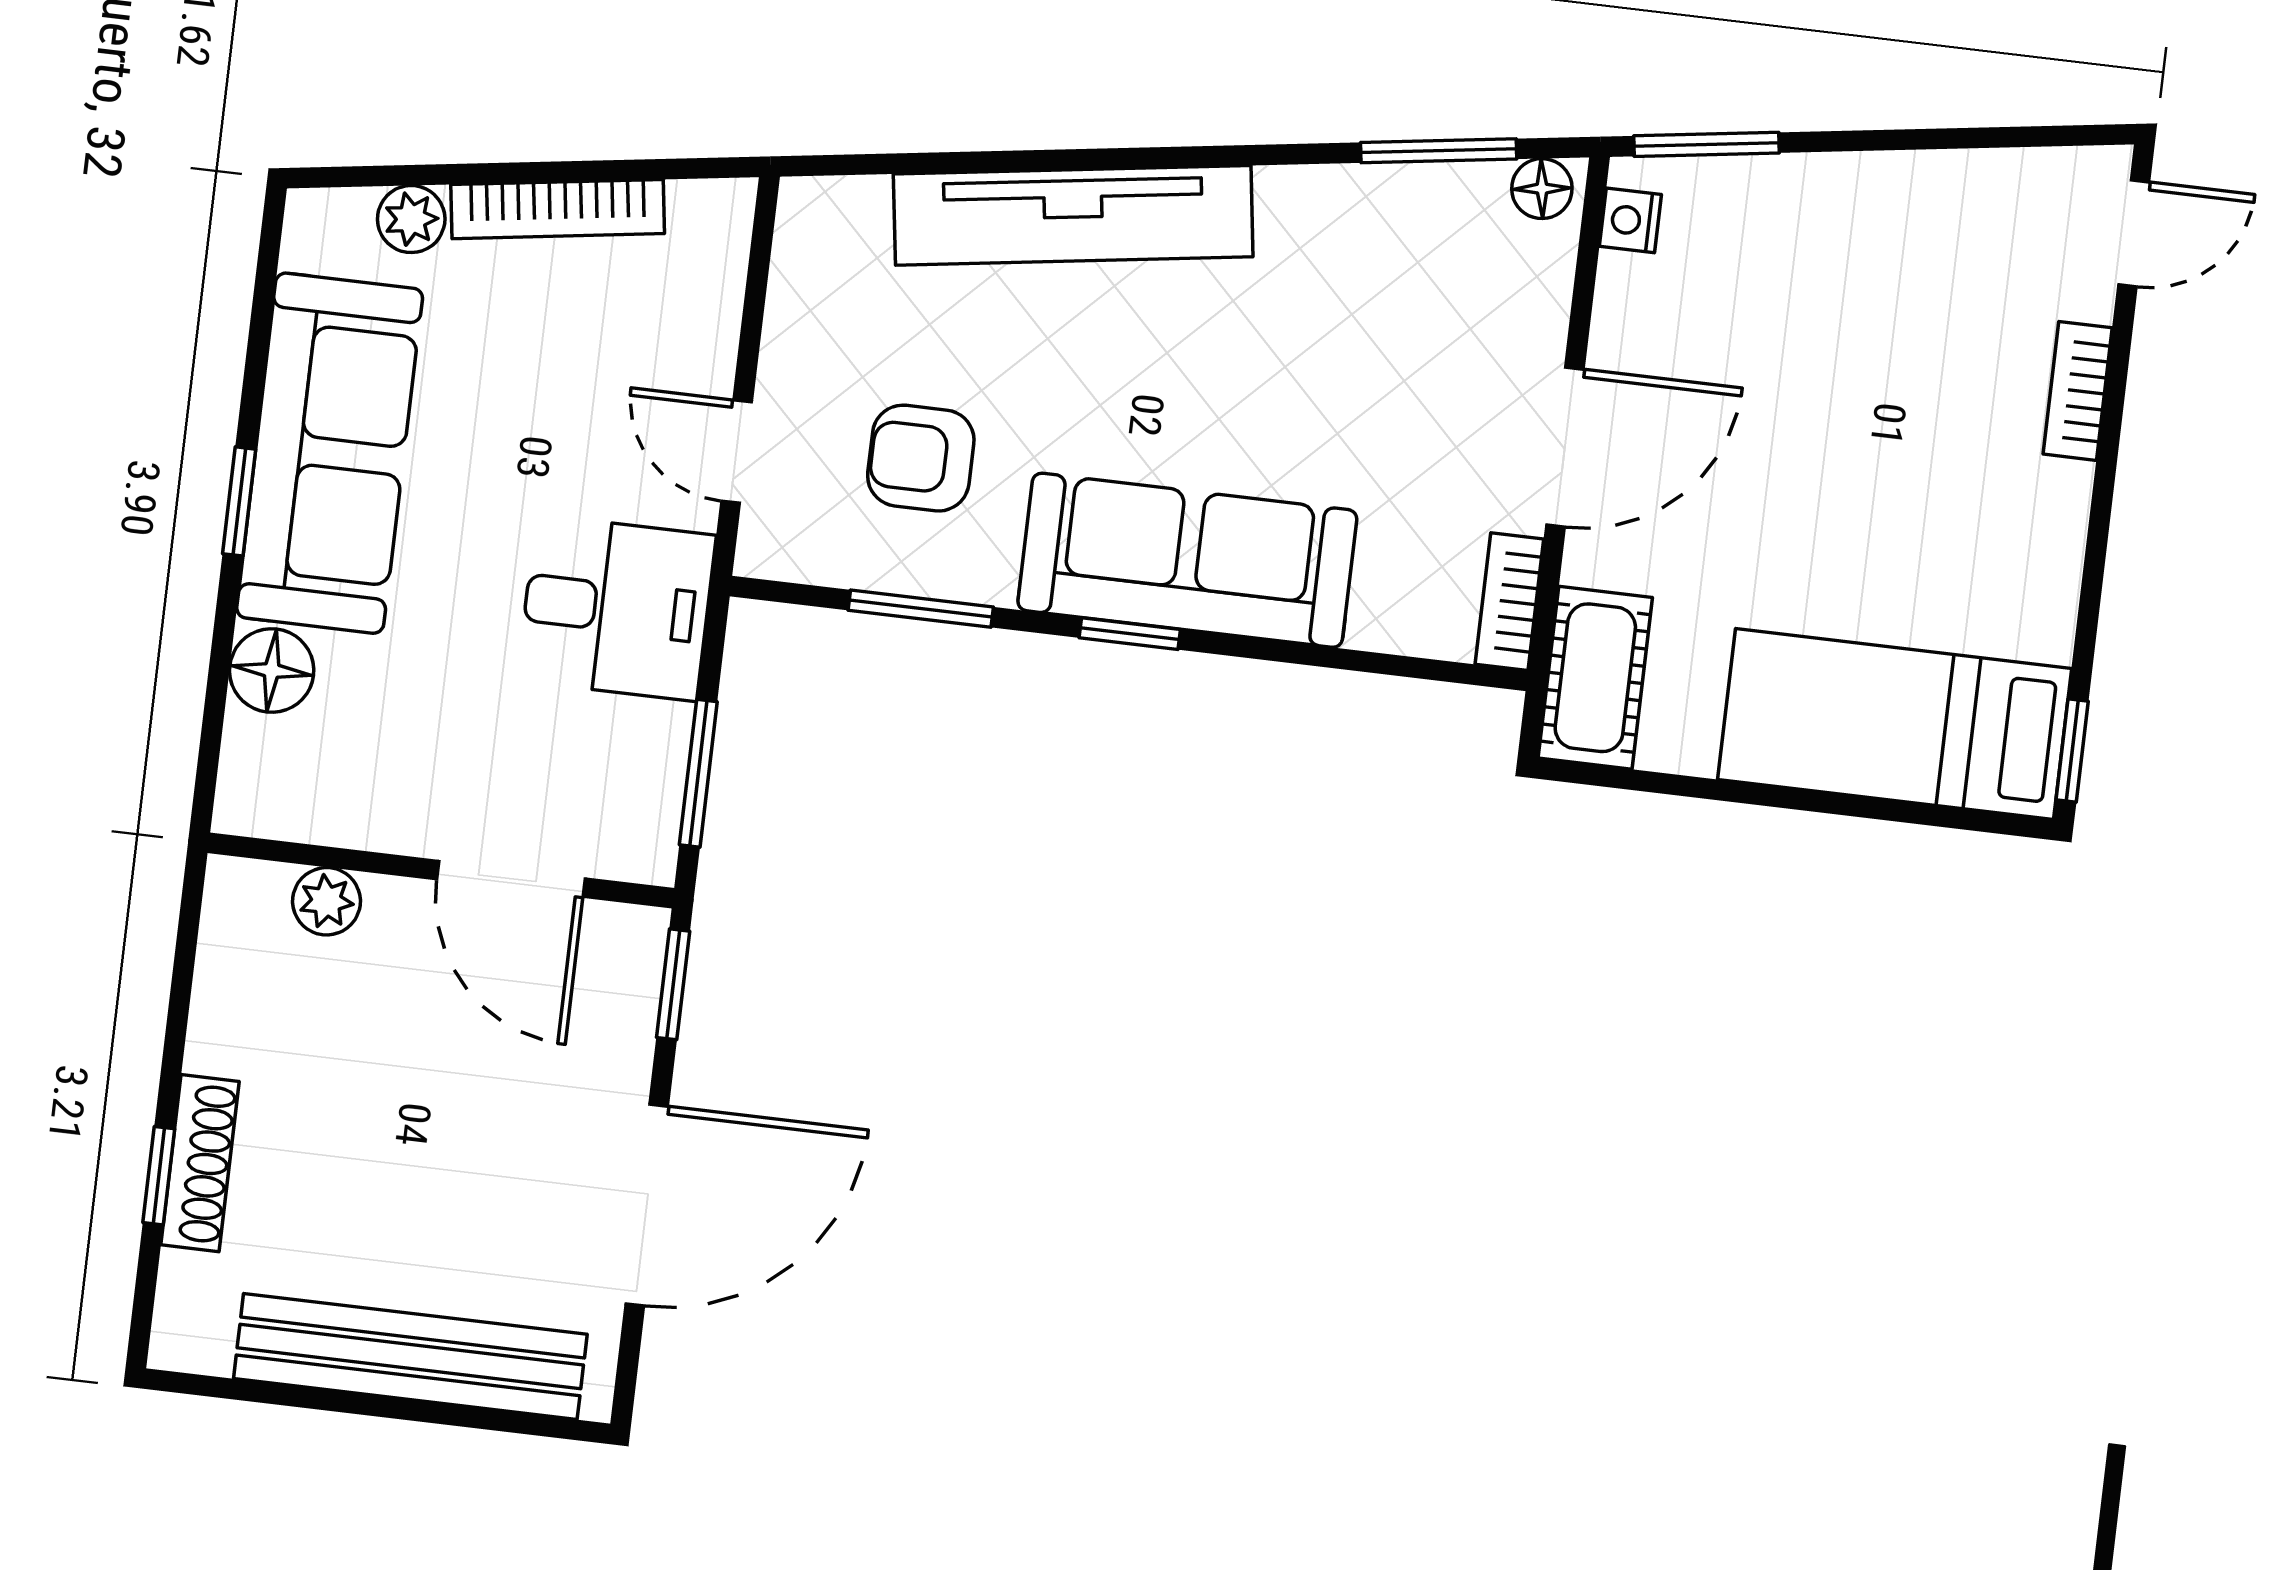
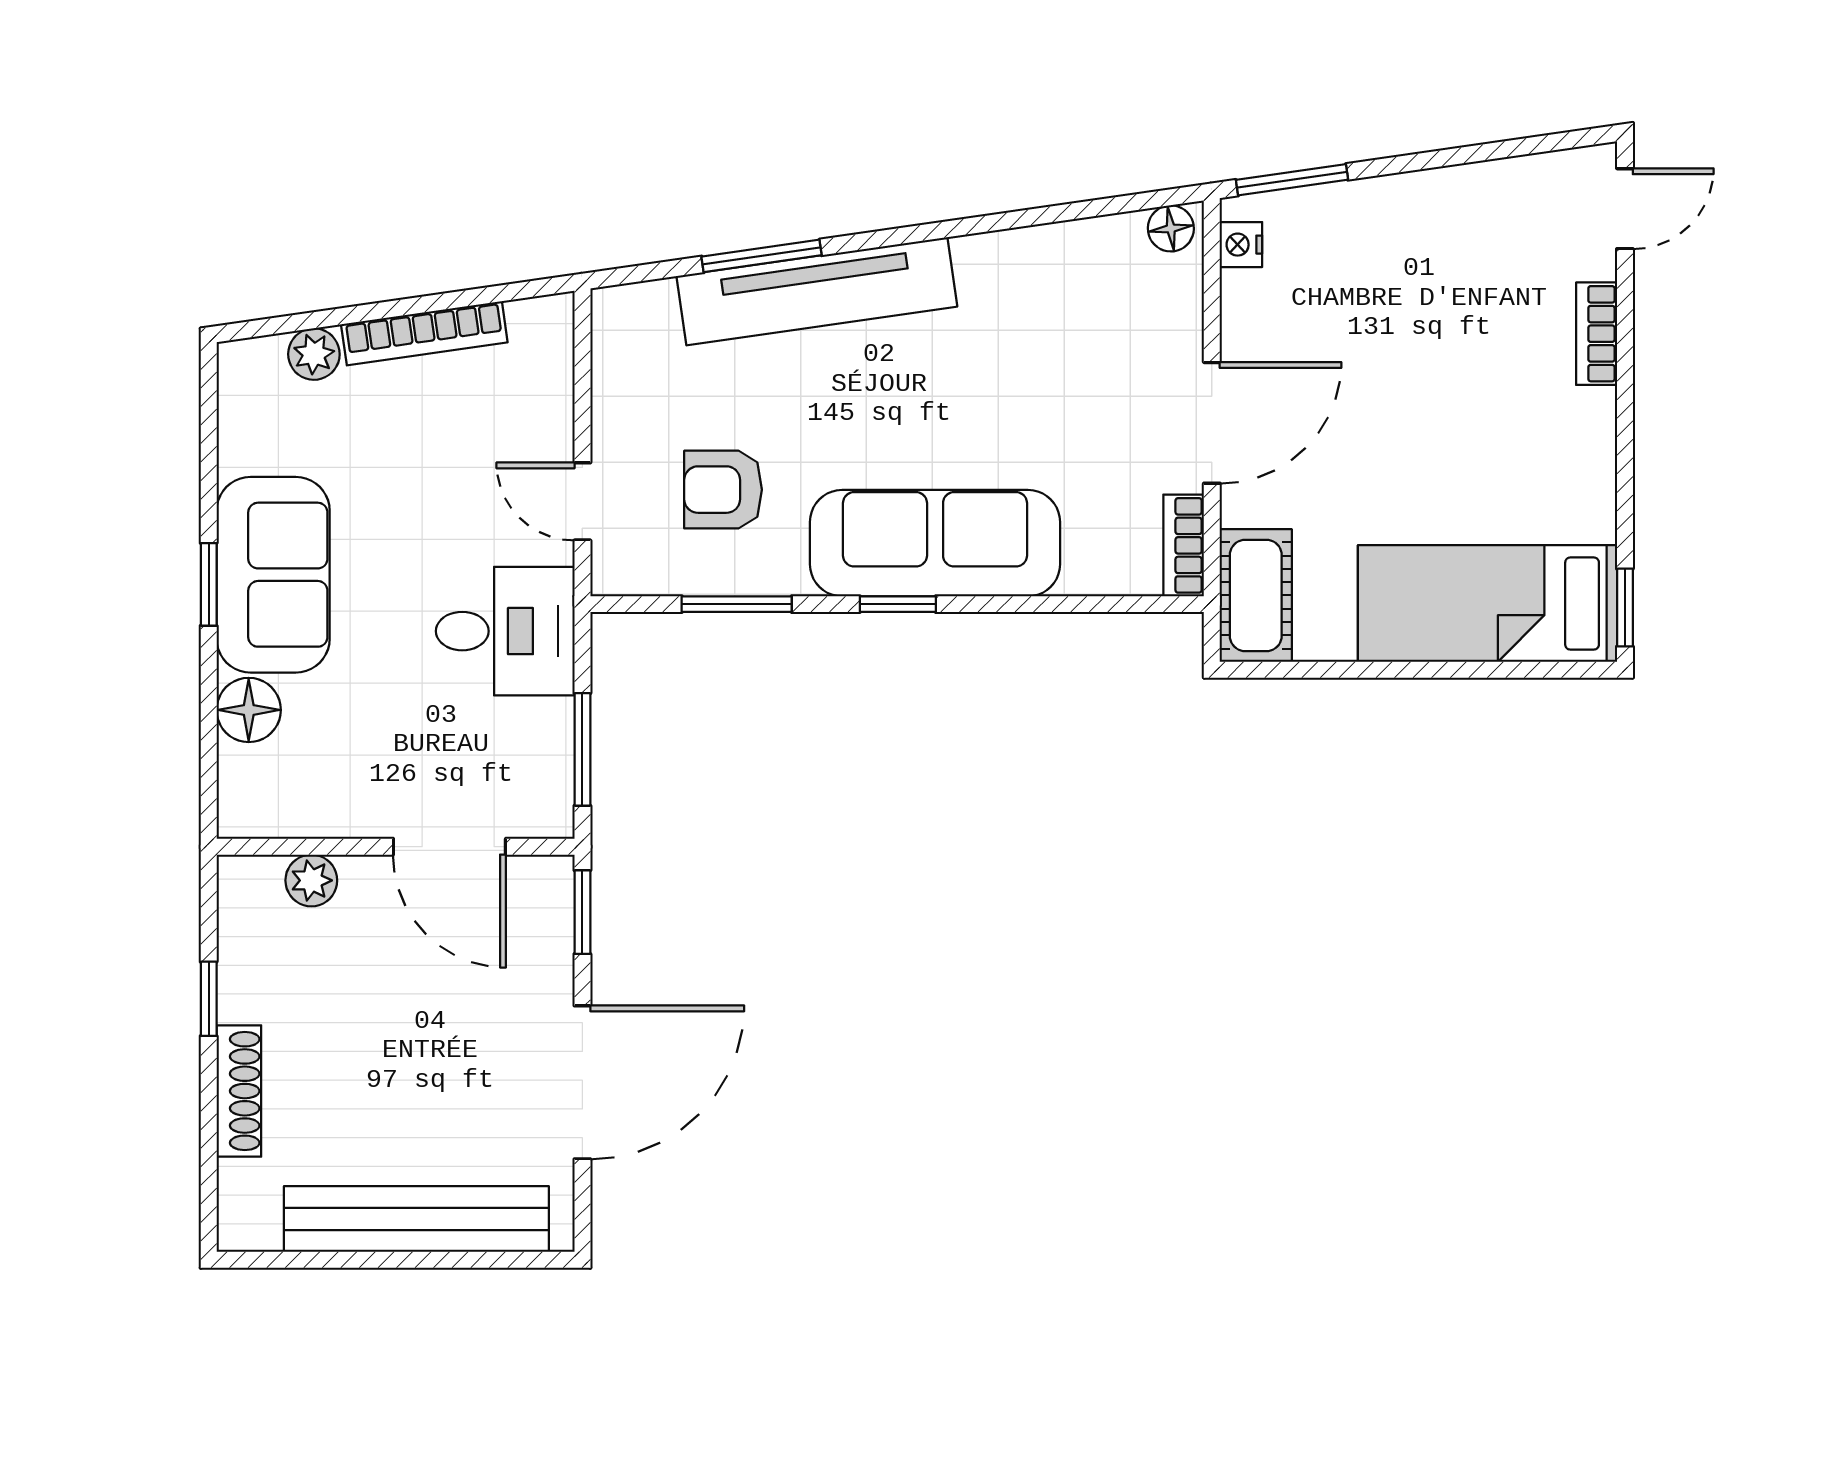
window: (1439, 151) -> (762, 256), moved
sofa: (330, 453) -> (273, 575), width x0.73
window: (159, 1176) -> (209, 999), moved

